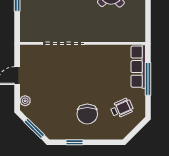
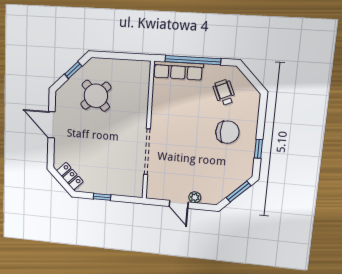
window: (148, 79) -> (193, 60), width x1.46
plant: (25, 101) -> (195, 197), moved

